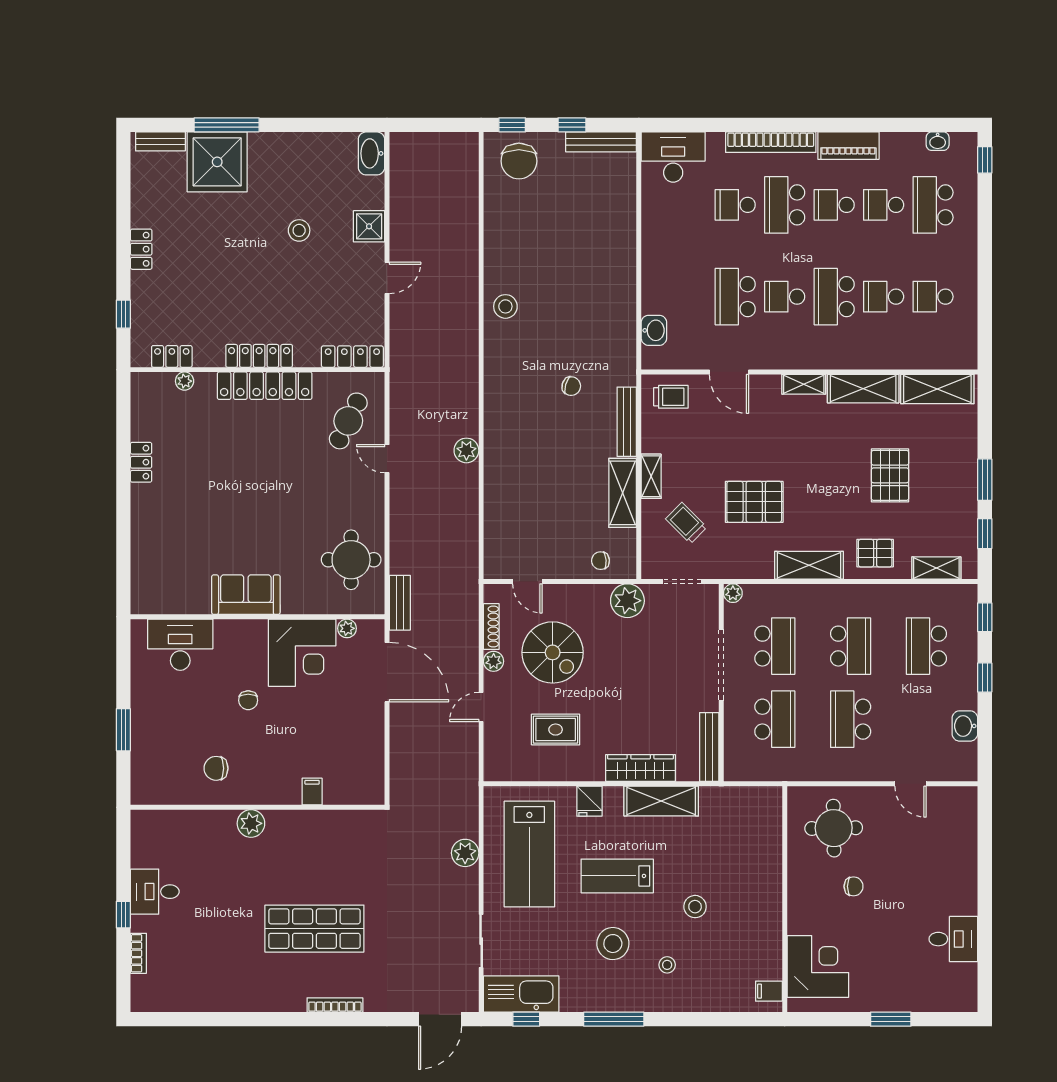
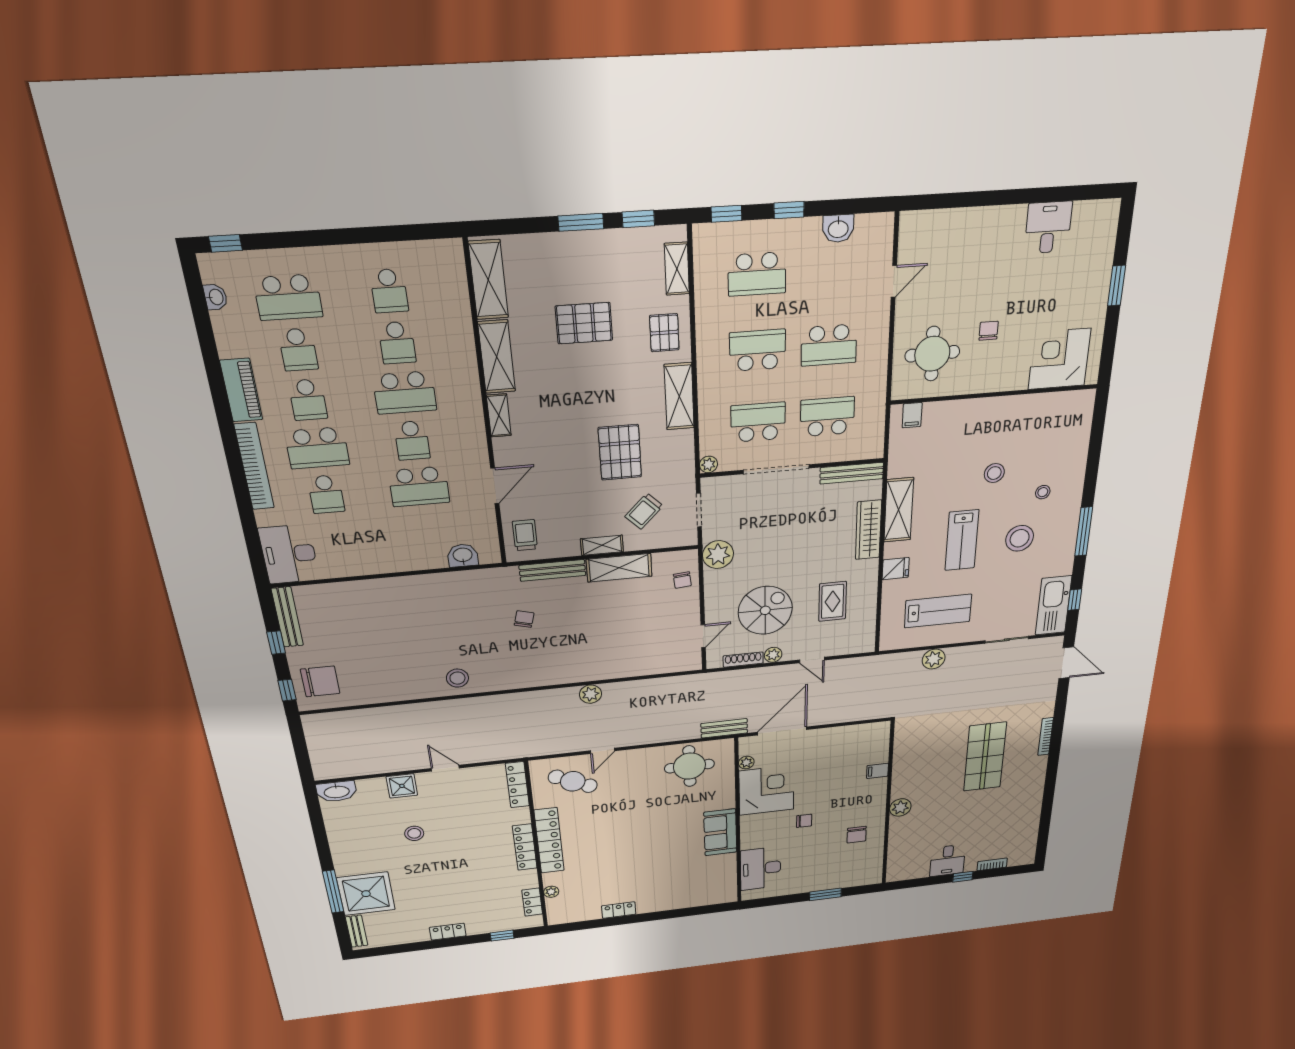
lab bench: (529, 854) -> (938, 611), width x0.73, depth x0.72
filing cabinet: (769, 991) -> (912, 415), moved

